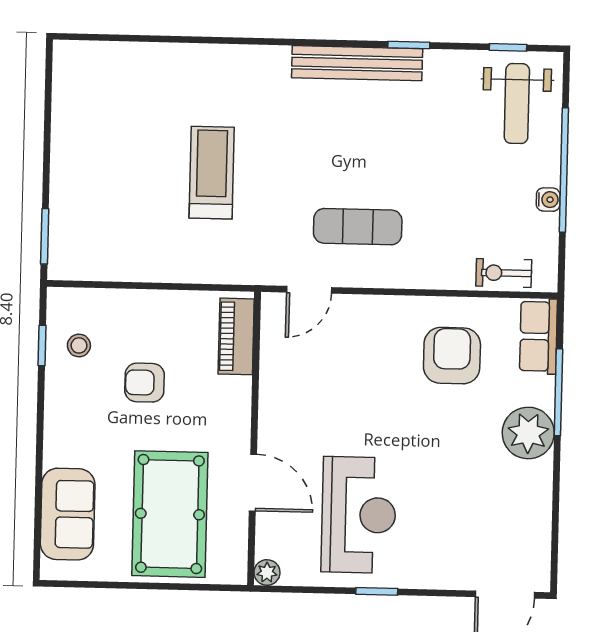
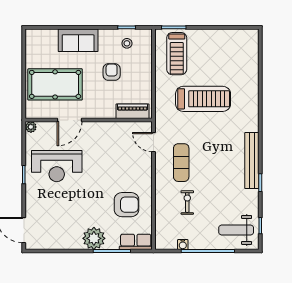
treadmill: (212, 173) -> (203, 99), width x1.37, depth x1.38
water cooler: (548, 200) -> (183, 245), moved
treadmill: (105, 231) -> (177, 54), added
exercise bike: (504, 273) -> (187, 203), moved
sofa: (68, 514) -> (78, 40), moved

